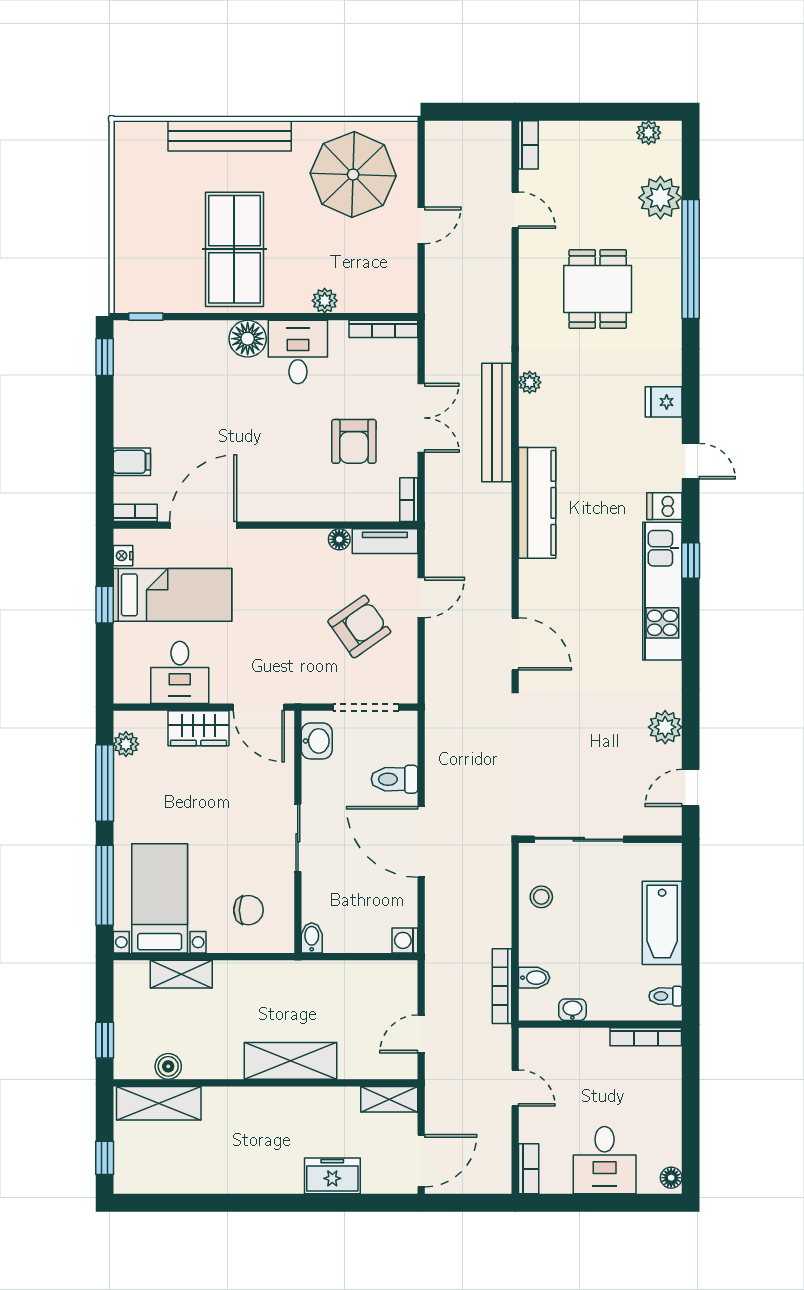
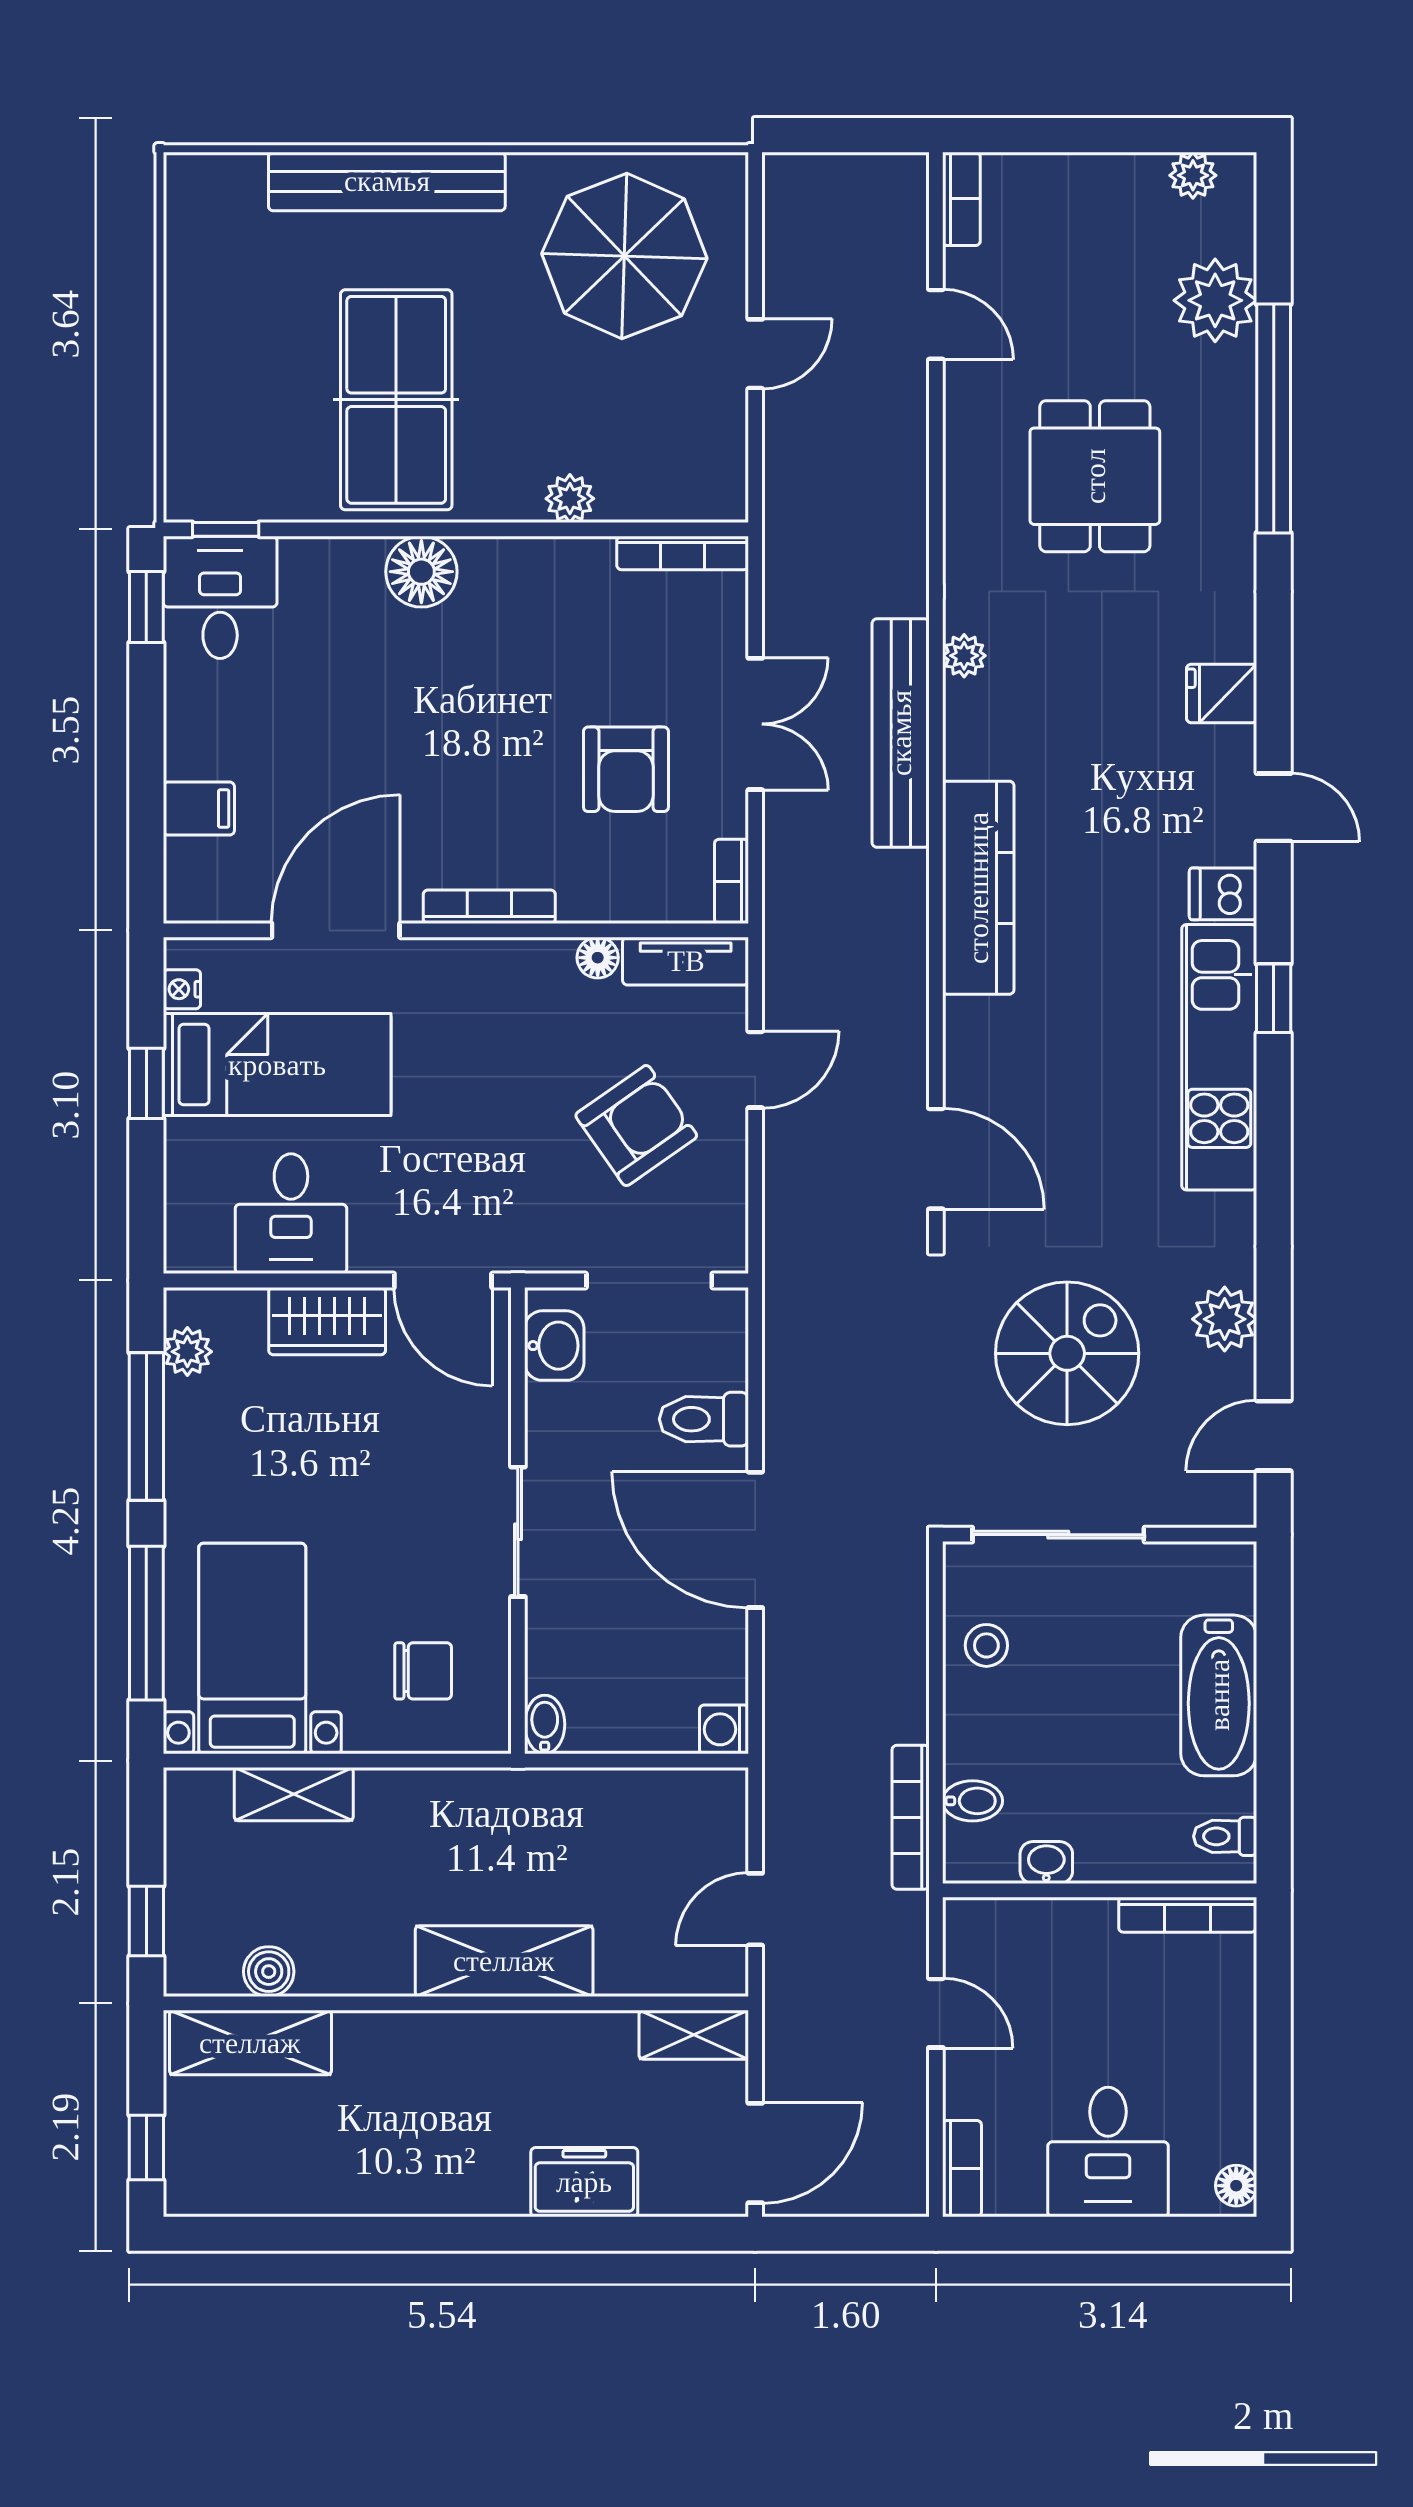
desk: (298, 352) -> (220, 597), moved
bookcase: (135, 513) -> (489, 907), moved, width x1.56
spiral stairs: (583, 745) -> (1067, 1353), added

